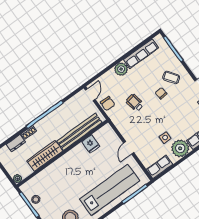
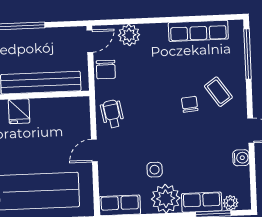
plant: (121, 69) -> (129, 35), moved
wheelchair: (135, 103) -> (112, 114), moved
fridge: (91, 144) -> (19, 111), moved

